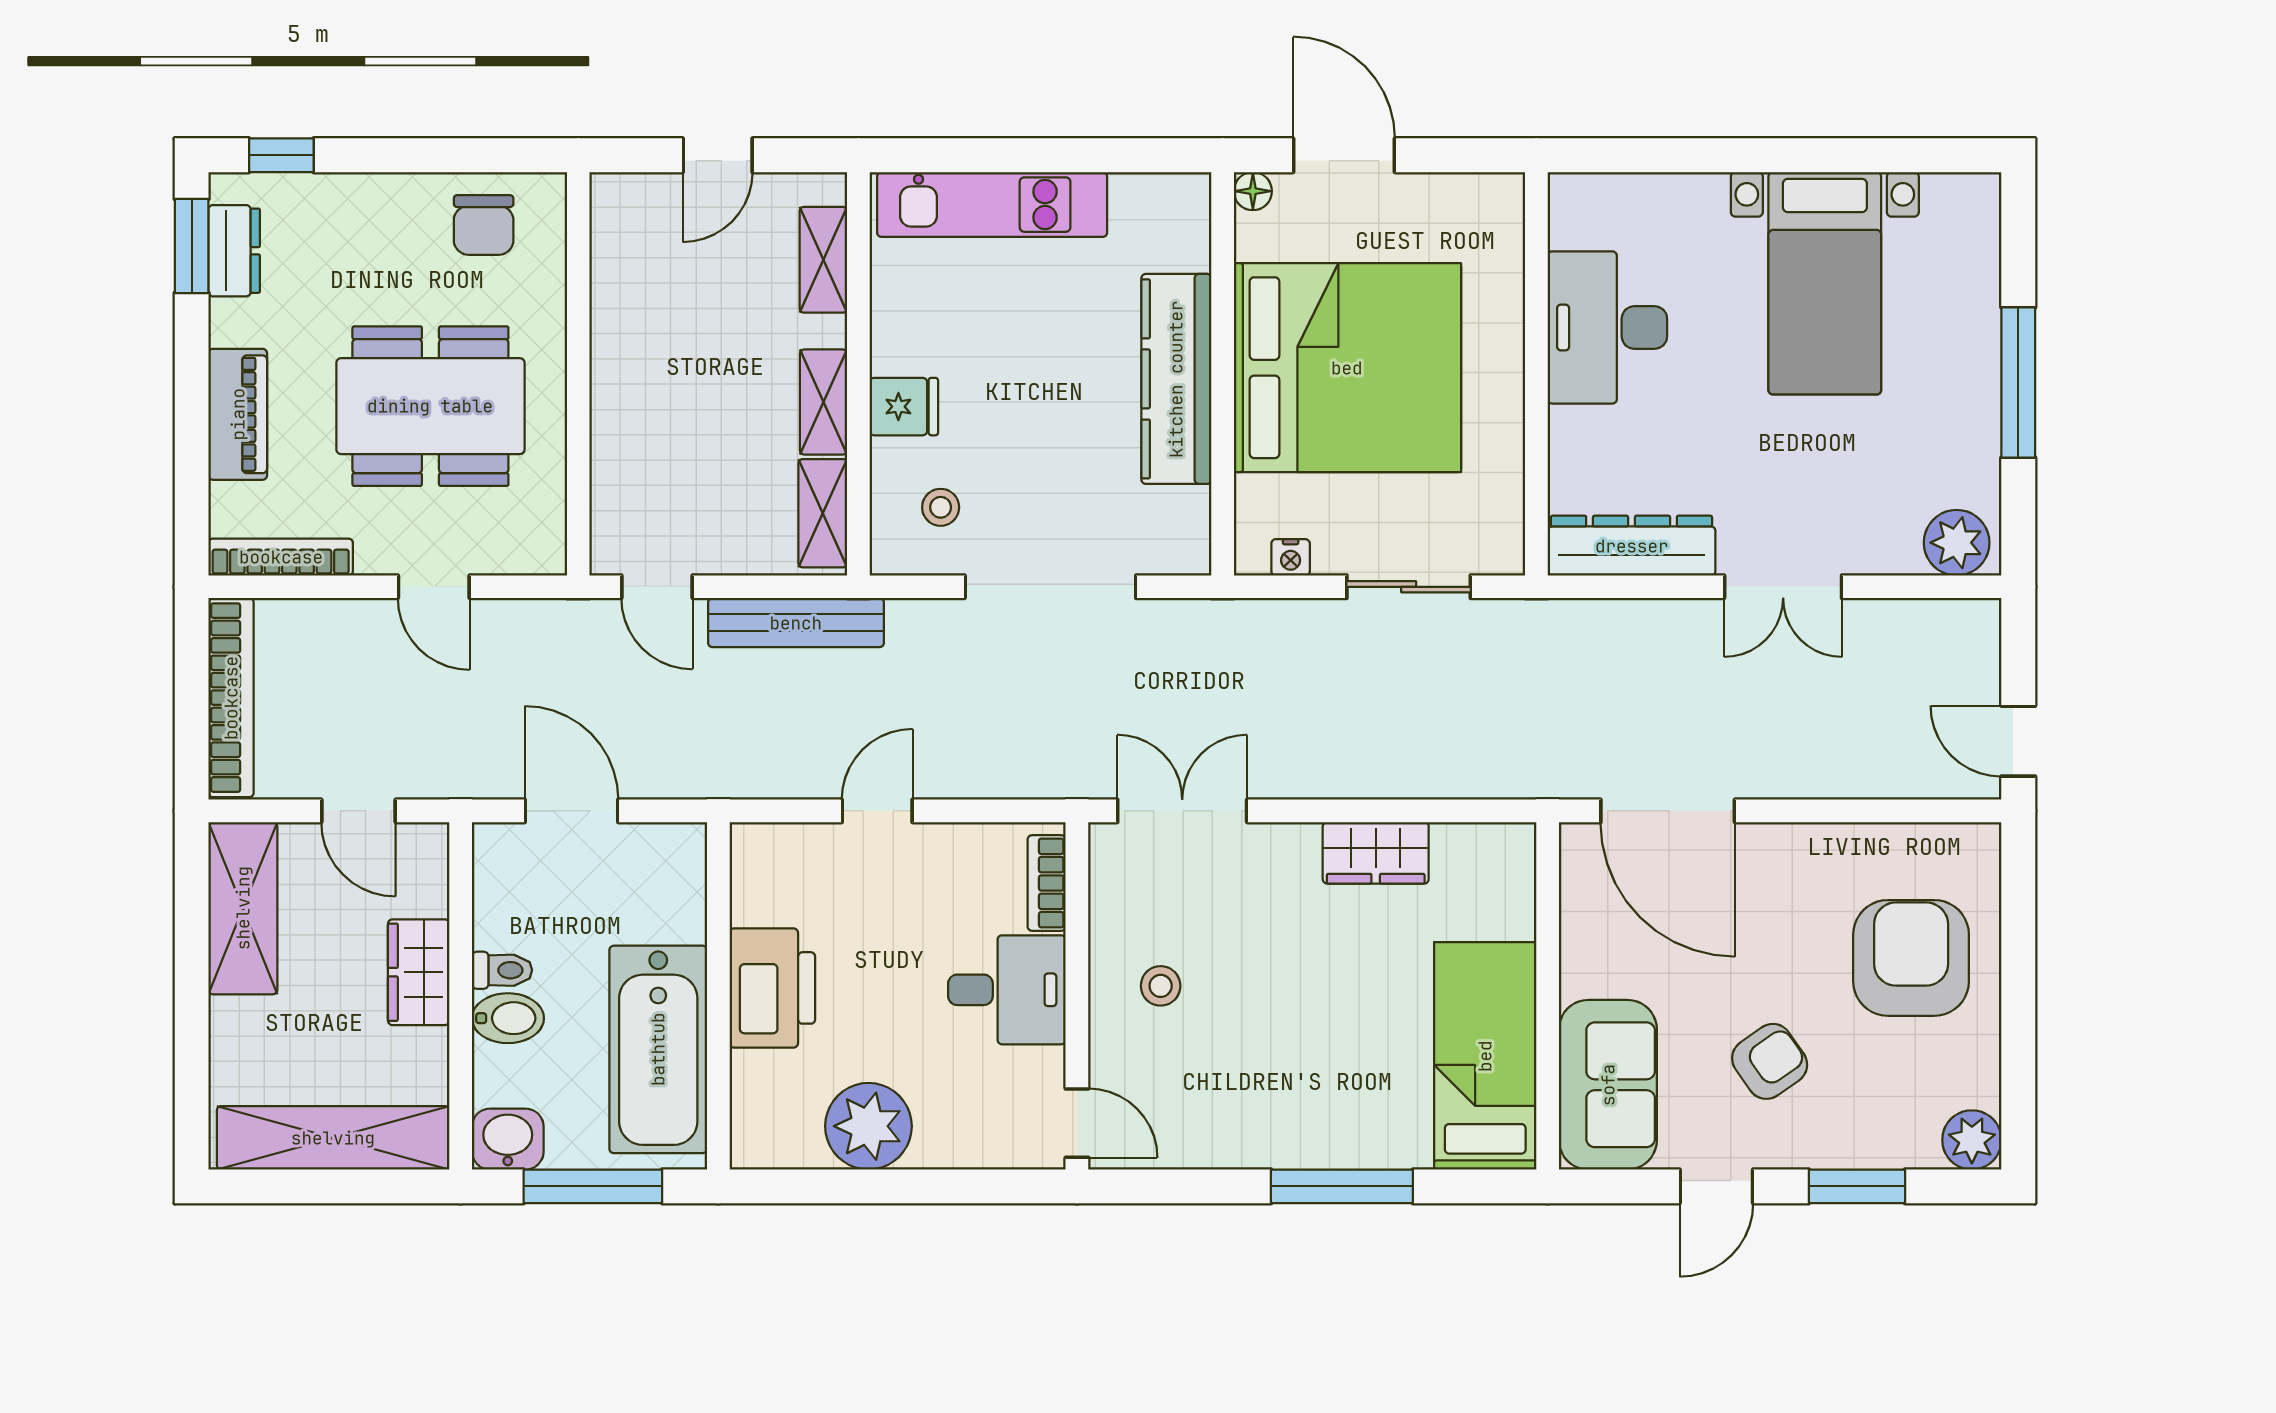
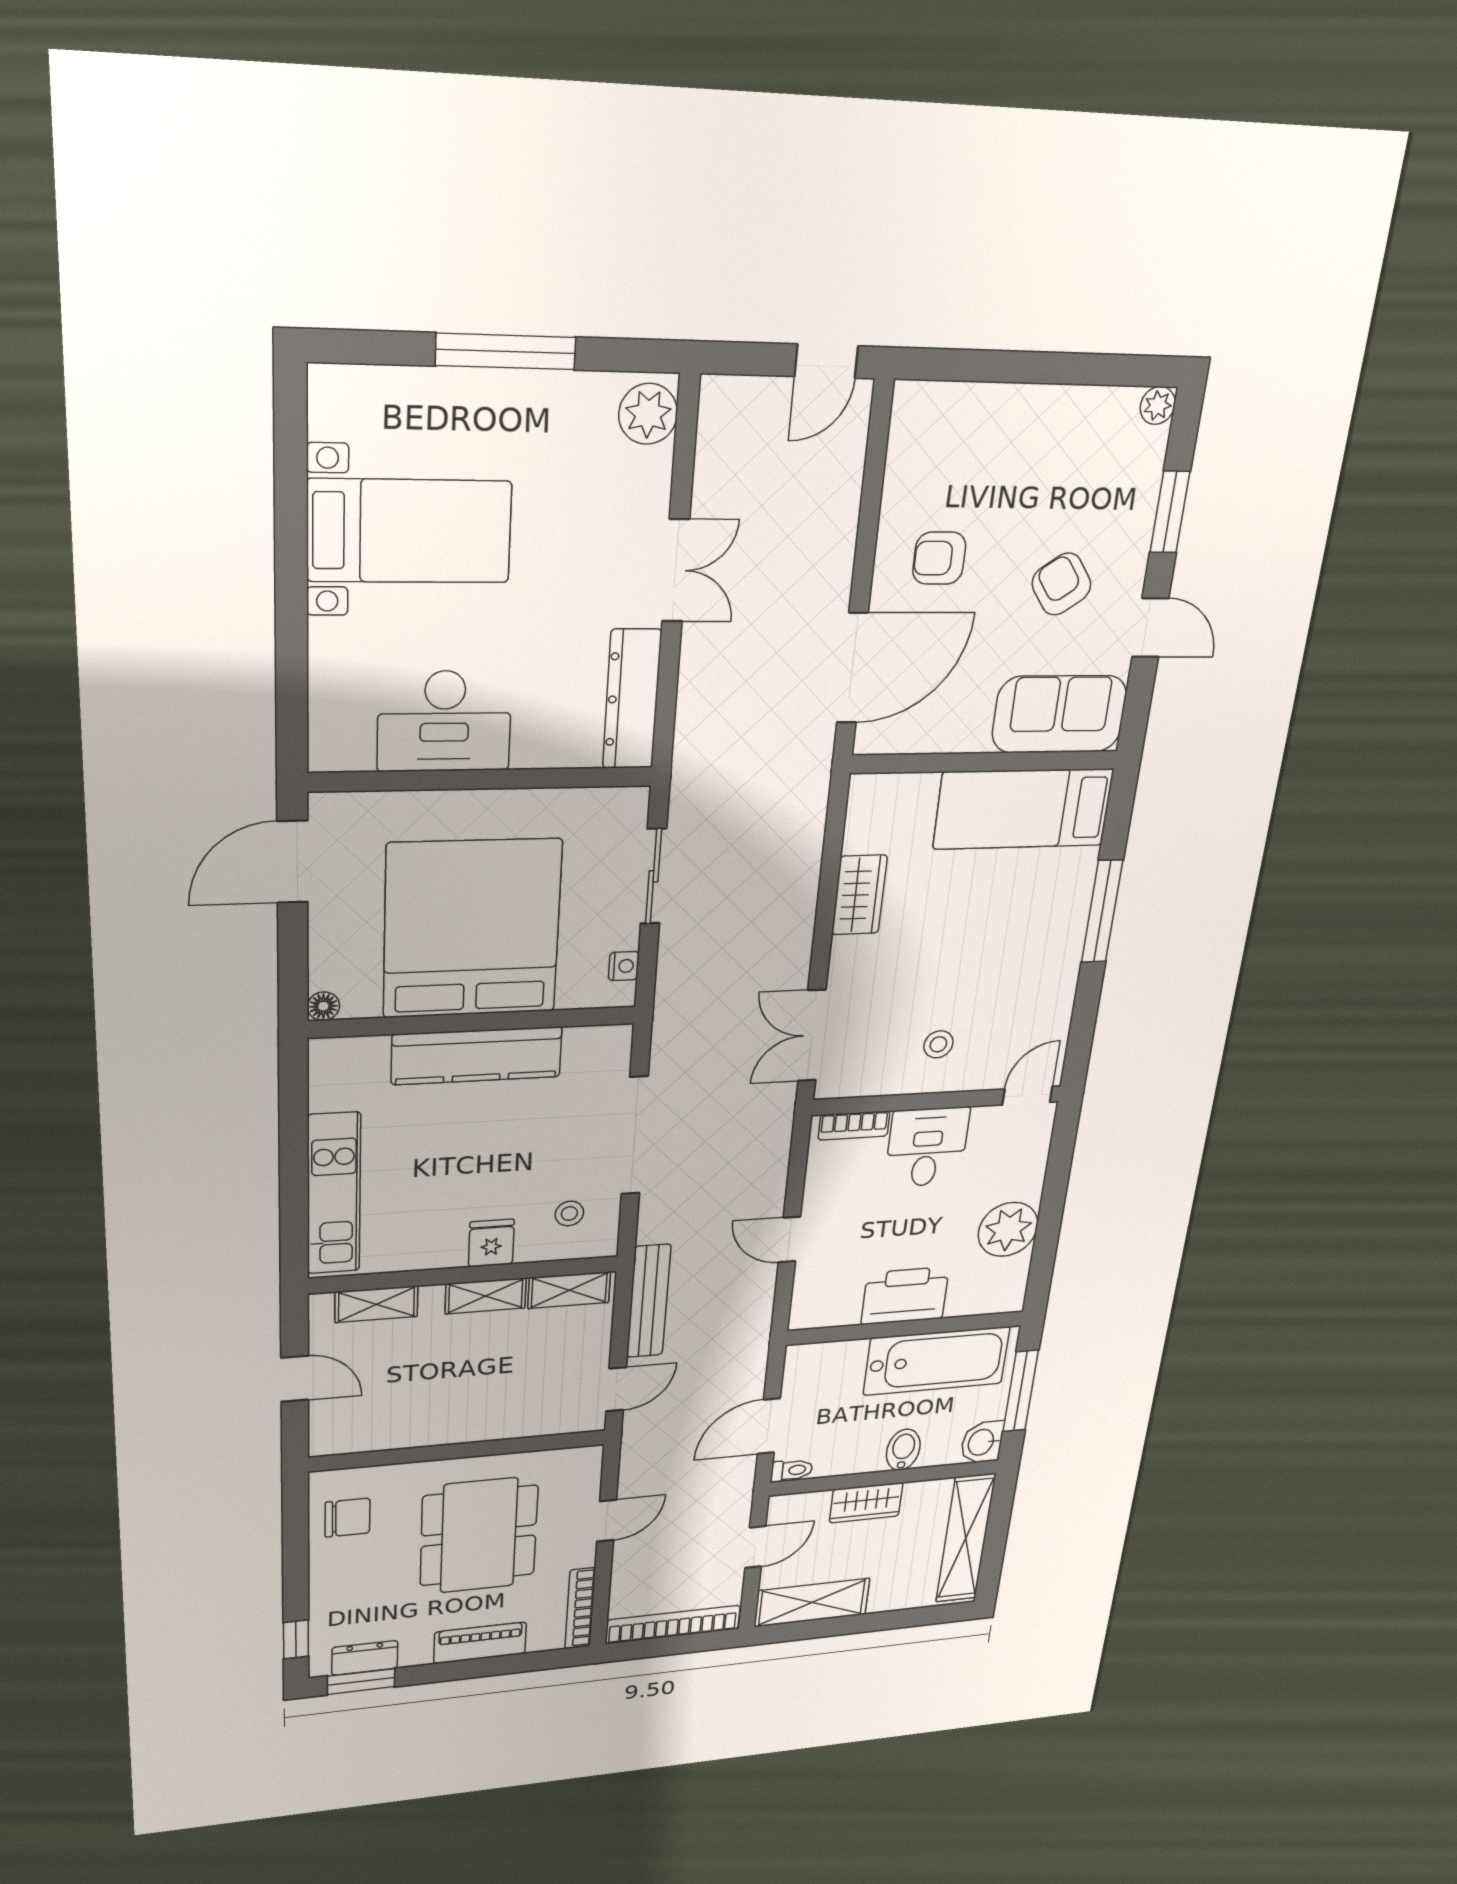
door: (1344, 155) -> (292, 862), moved
armchair: (1911, 958) -> (939, 558), moved, width x0.53, depth x0.53
toilet: (502, 970) -> (792, 1470), moved, turned 90
plant: (1972, 1140) -> (1158, 405), width x0.73, depth x0.73

